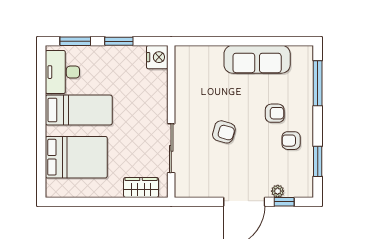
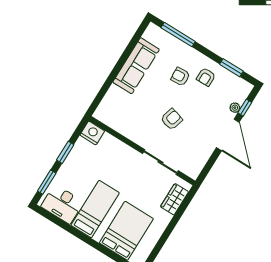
armchair: (275, 113) -> (180, 77), turned -94

